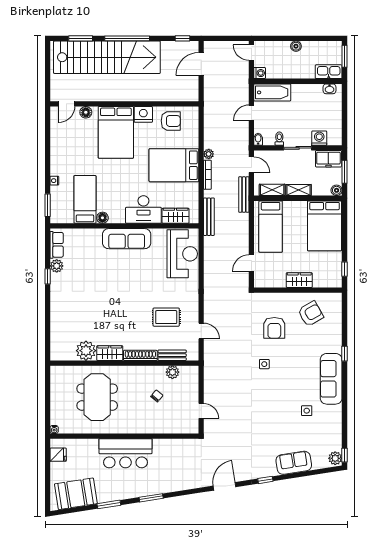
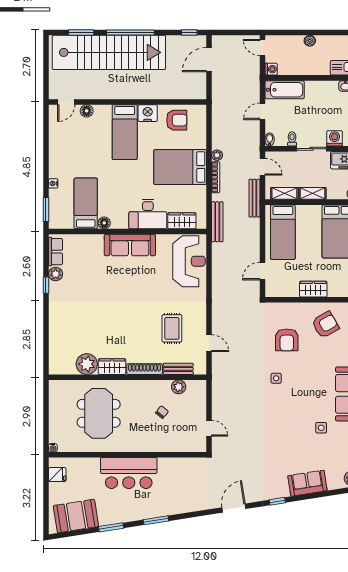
bed: (116, 132) -> (125, 132), width x0.67
rug: (166, 317) -> (172, 328), turned 90

